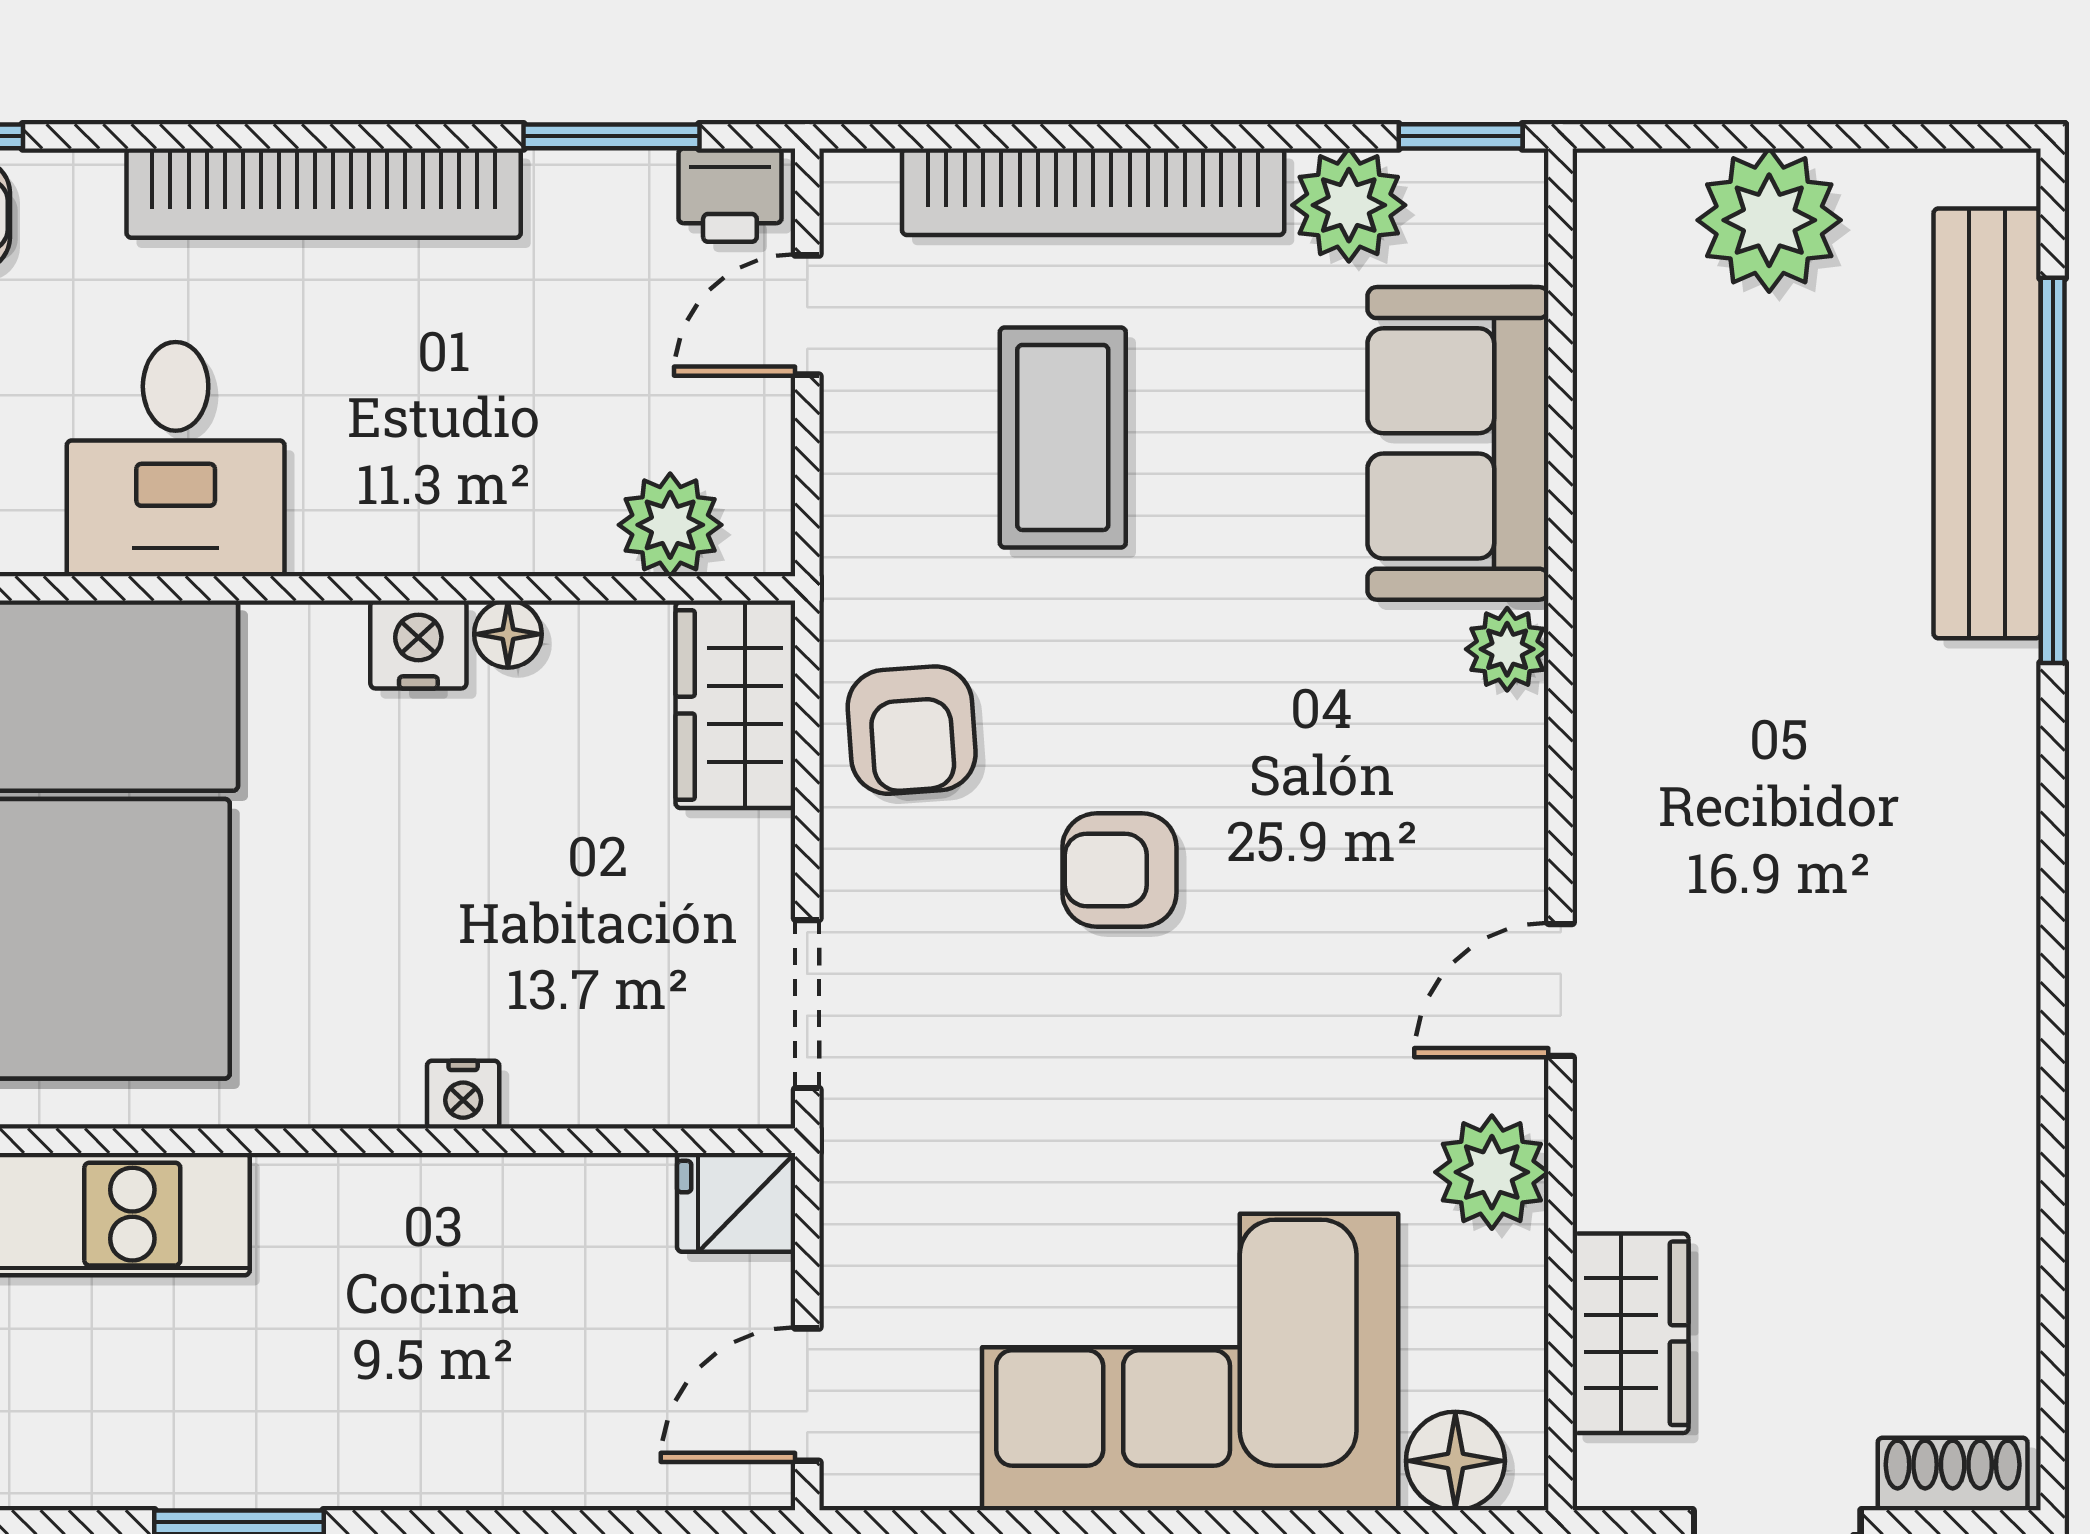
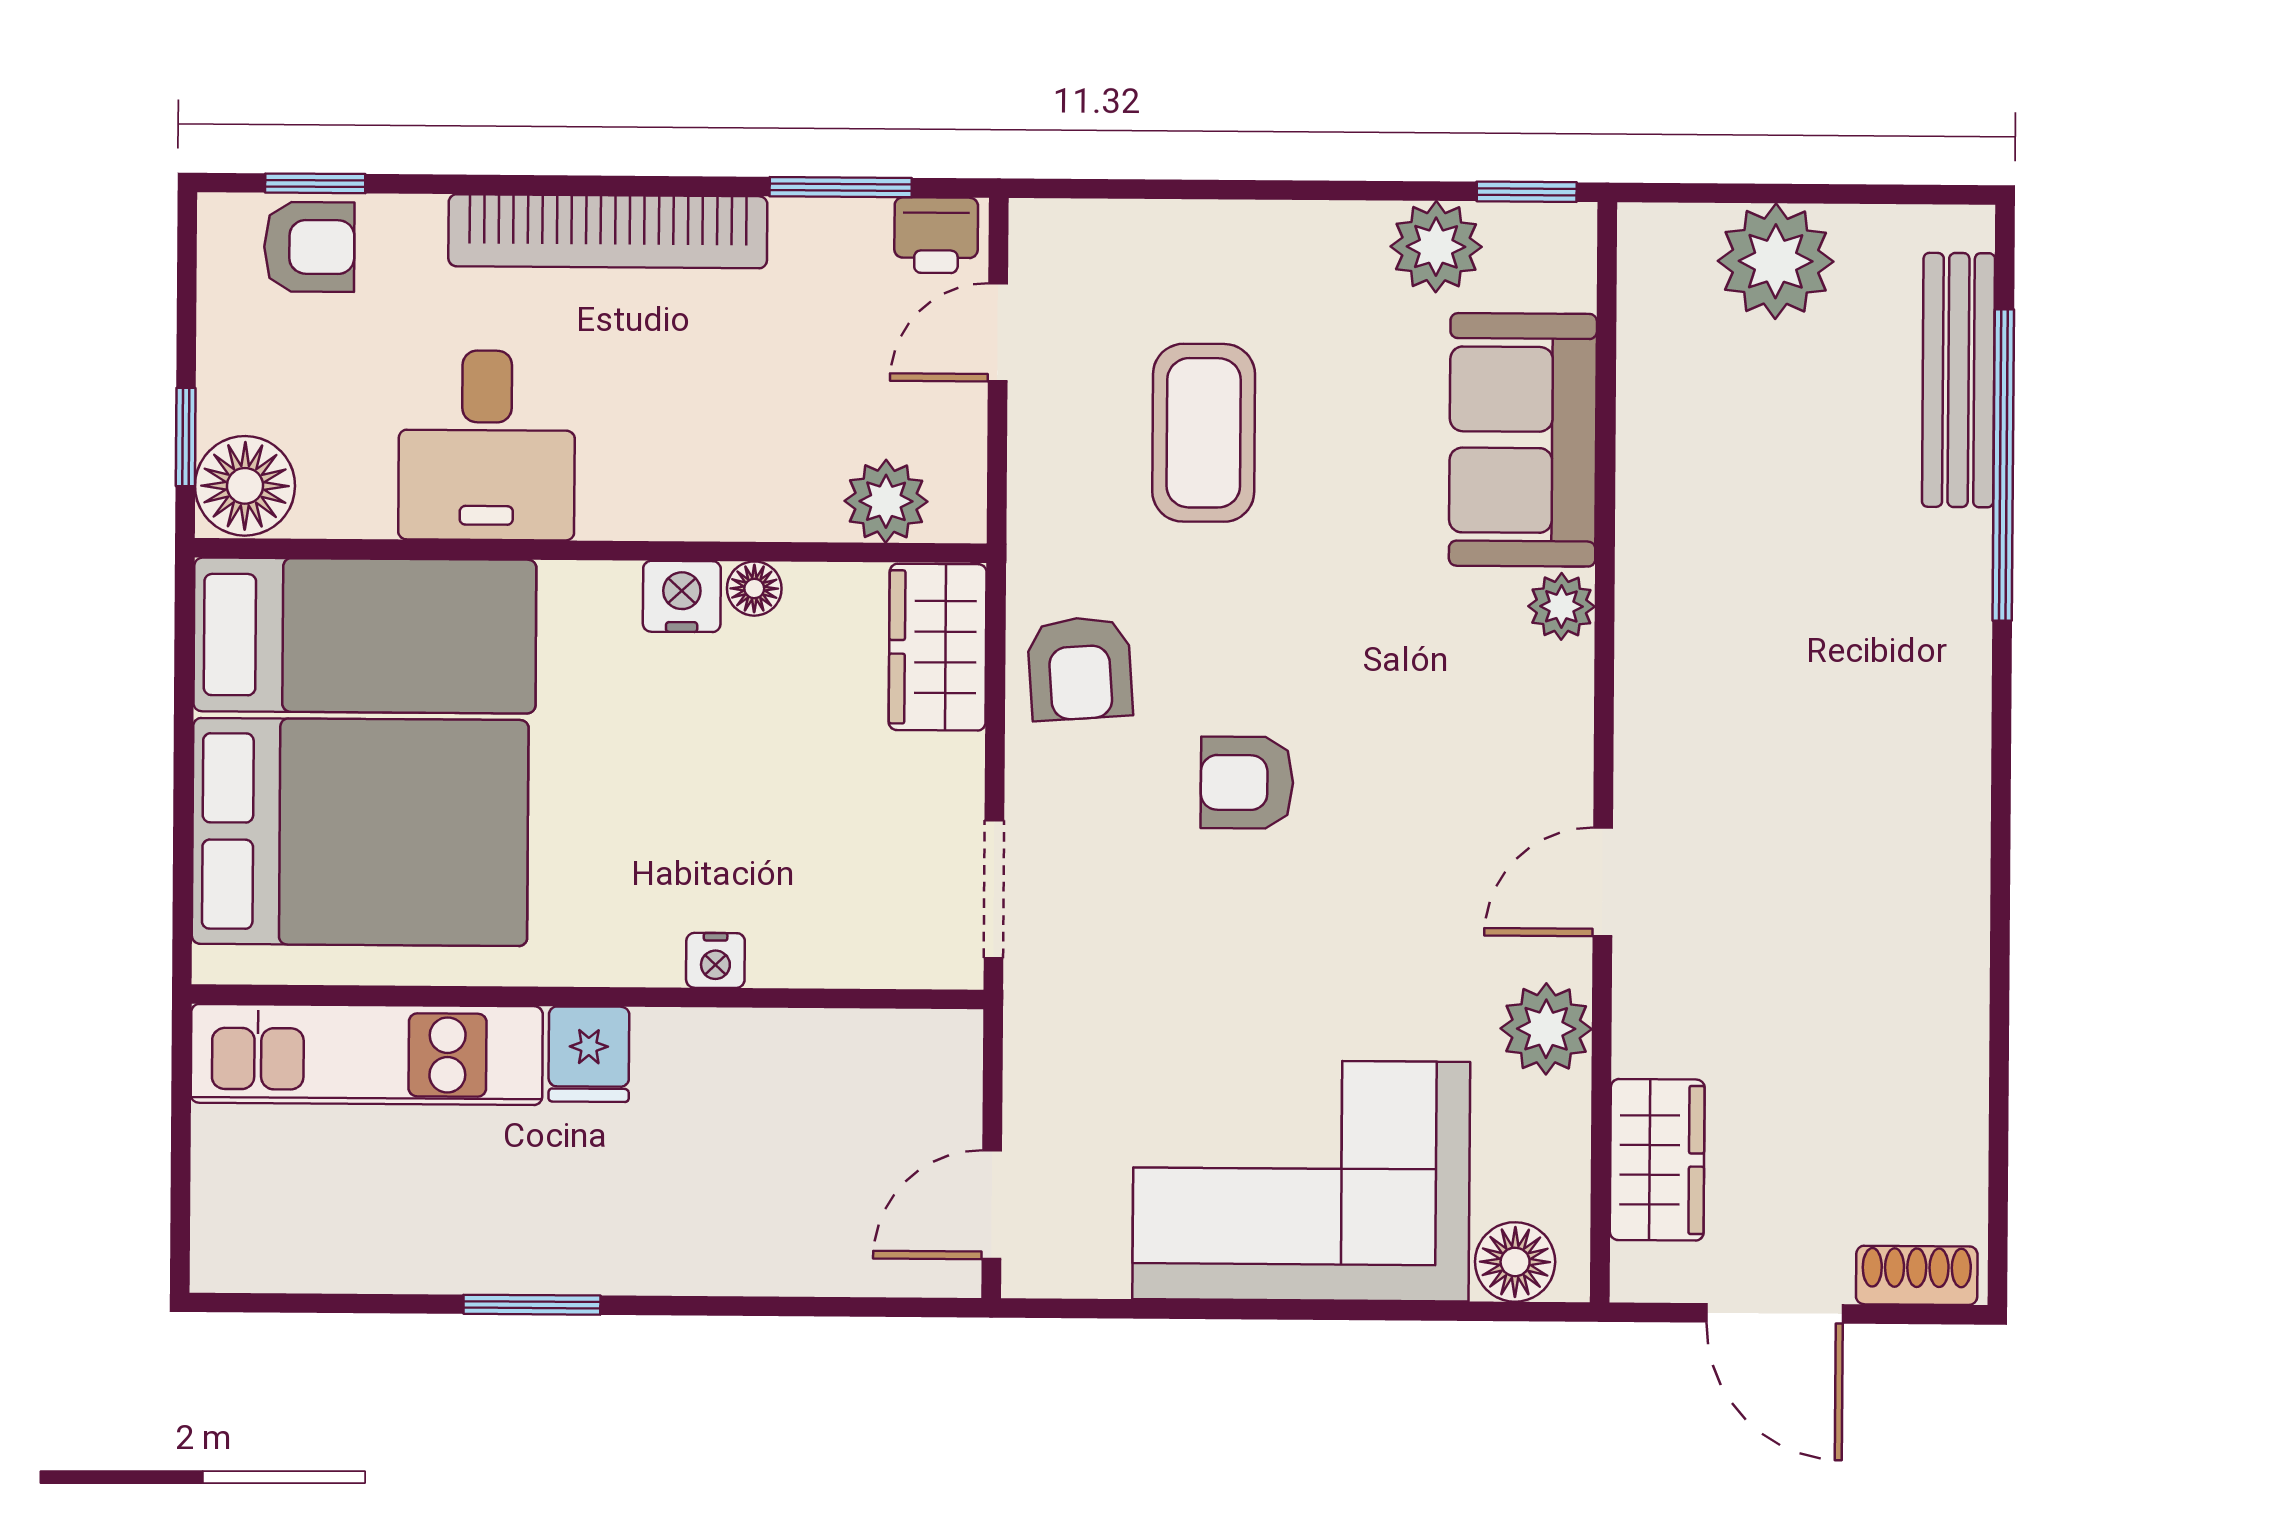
bookcase: (1093, 192) -> (1230, 235), removed
bench: (1987, 423) -> (1958, 380), width x0.73, depth x0.82
fridge: (736, 1202) -> (589, 1054), moved, turned -90

